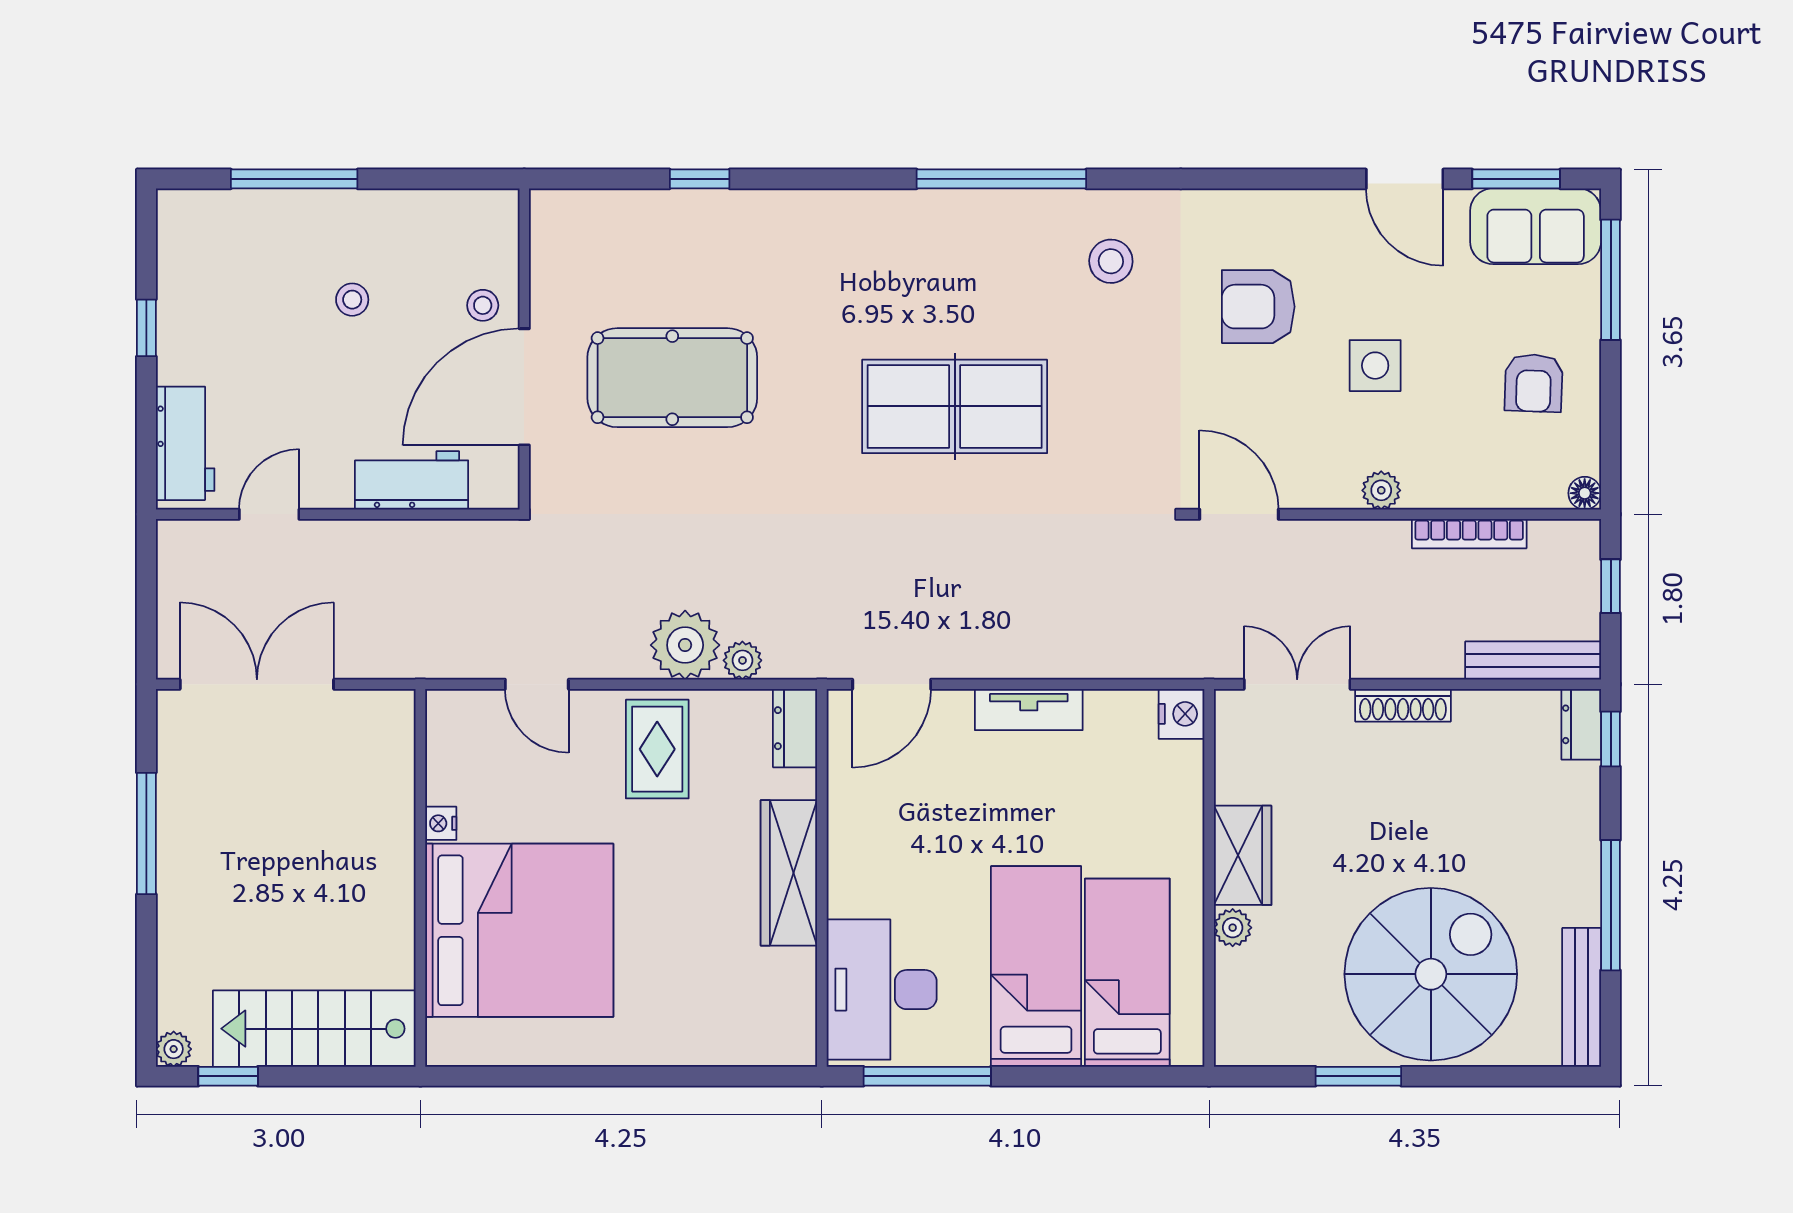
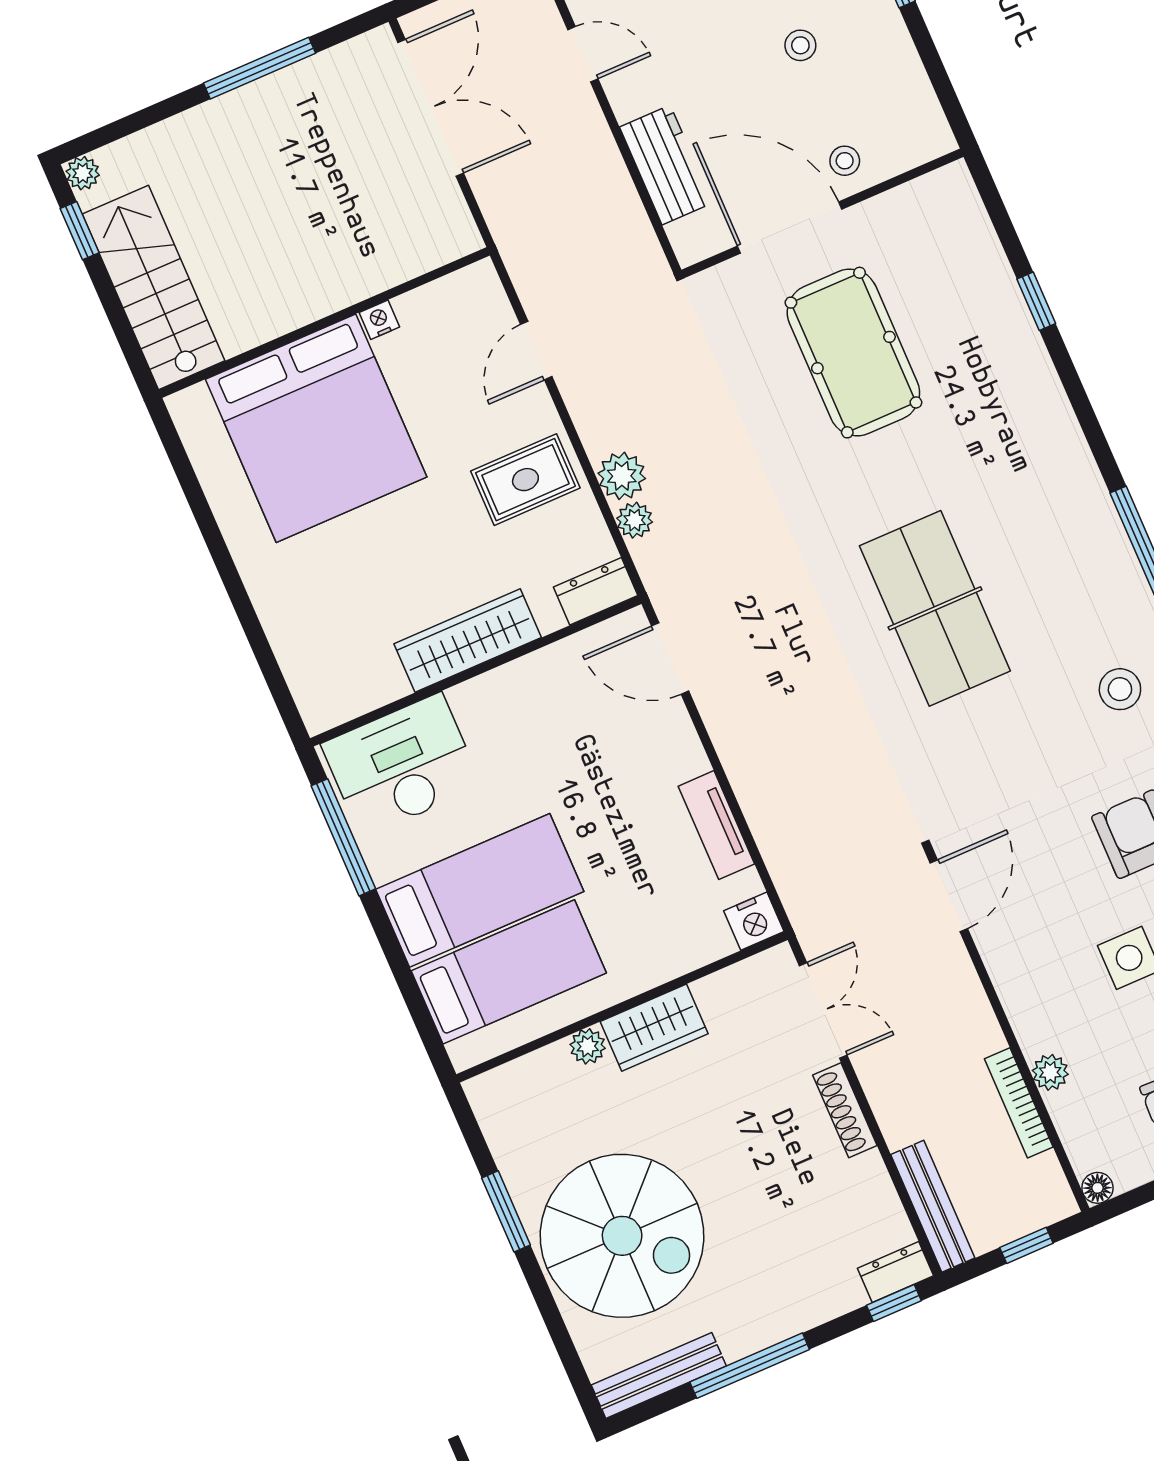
plant: (1381, 490) -> (1050, 1072), moved
plant: (685, 645) -> (622, 476), width x0.73, depth x0.73
tv unit: (1029, 710) -> (716, 825), moved

